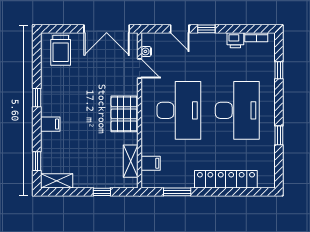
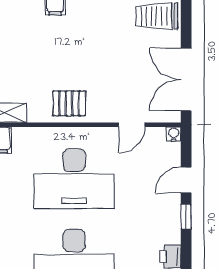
water cooler: (146, 51) -> (174, 134), moved
pallet: (124, 114) -> (69, 103), width x0.67, depth x0.71

